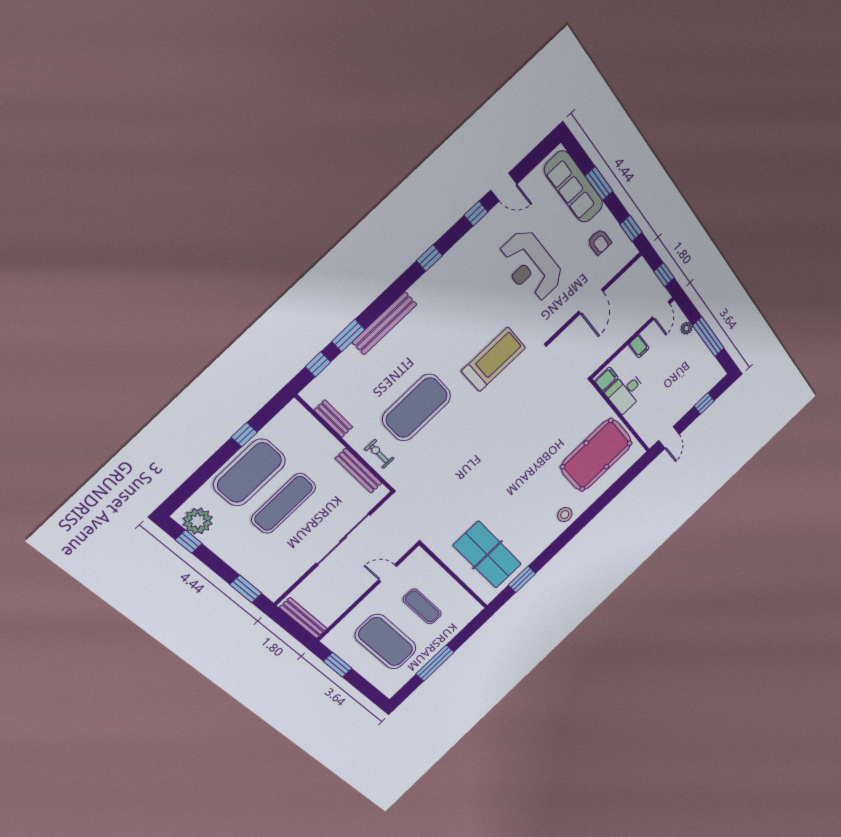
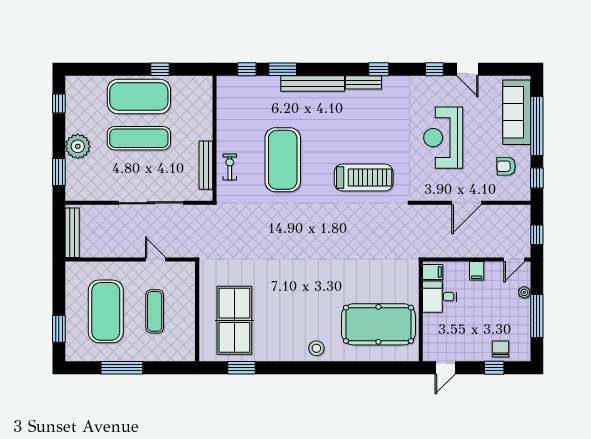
window: (599, 184) -> (537, 126), width x2.11
armchair: (599, 242) -> (506, 166), turned 89
chair: (699, 386) -> (500, 349), added
exercise mat: (417, 408) -> (283, 160), turned 90
bench: (333, 419) -> (363, 82), moved, turned 90
plant: (198, 521) -> (78, 146), moved
window: (338, 665) -> (59, 329), moved

